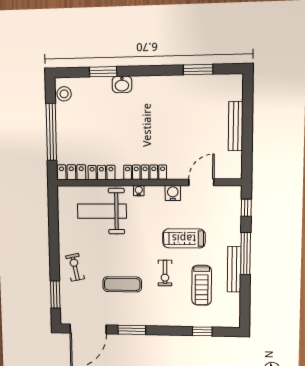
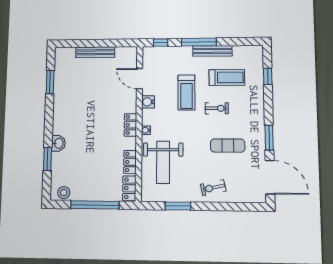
locker: (145, 172) -> (130, 125), width x0.66
exercise mat: (122, 284) -> (228, 146), turned 90
window: (55, 295) -> (178, 206), moved

